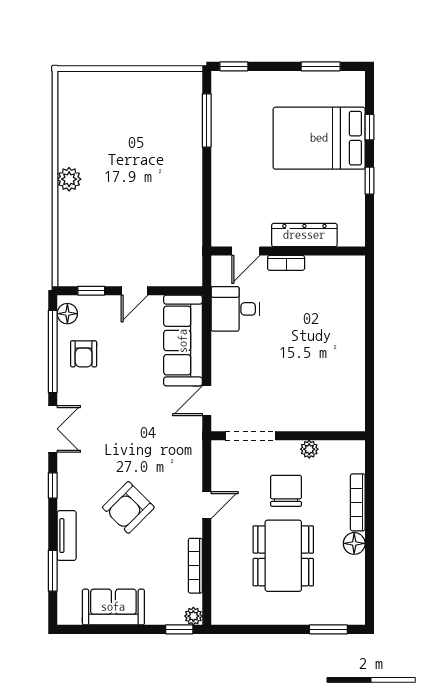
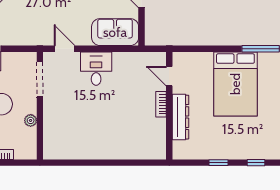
bed: (319, 138) -> (235, 84), moved, turned 180
desk: (235, 309) -> (96, 69), moved
sofa: (183, 341) -> (115, 32), width x0.73

